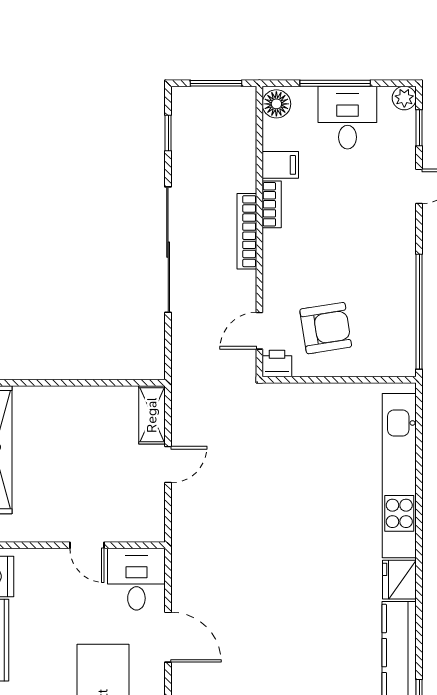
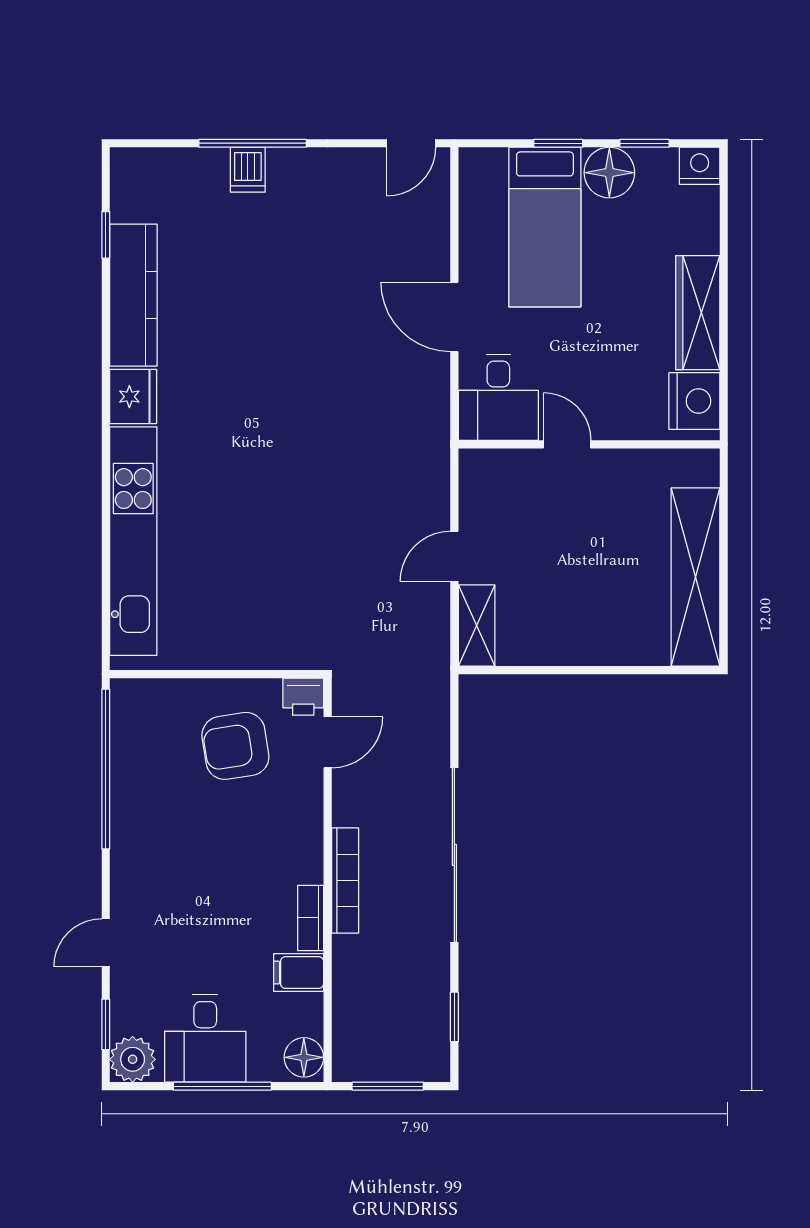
plant: (404, 98) -> (133, 1059), width x1.38, depth x1.38

